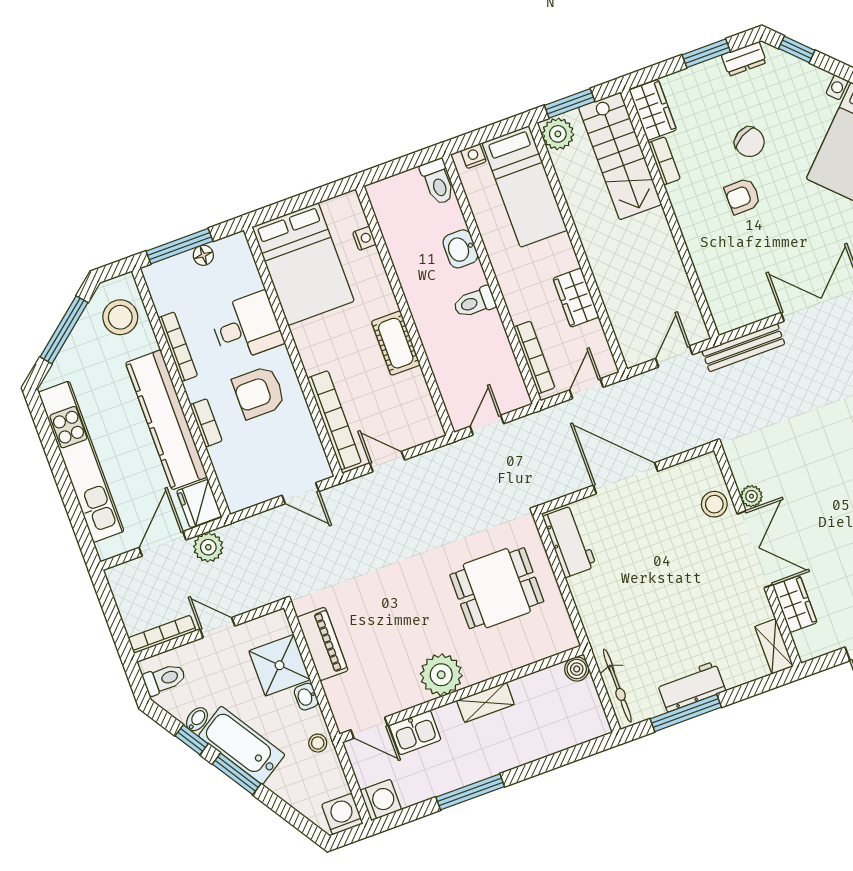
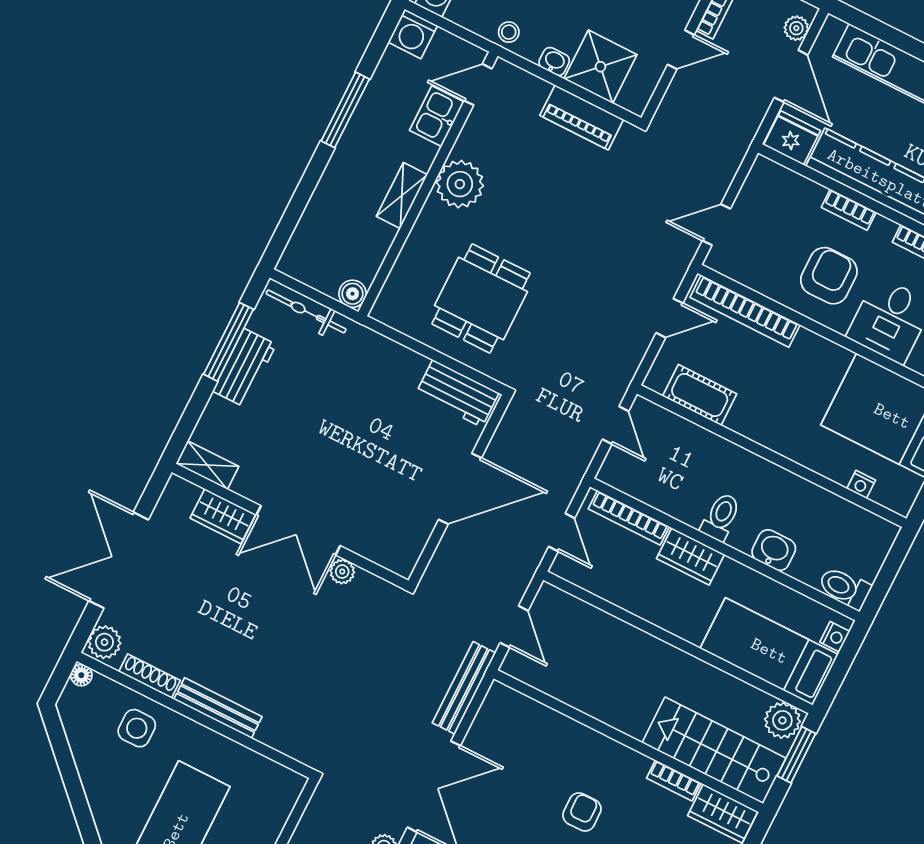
wardrobe: (576, 298) -> (690, 556), moved, turned 180
cot: (396, 343) -> (700, 395), moved
stool: (714, 504) -> (367, 536), removed
plant: (208, 547) -> (796, 28), moved, width x0.73, depth x0.73

